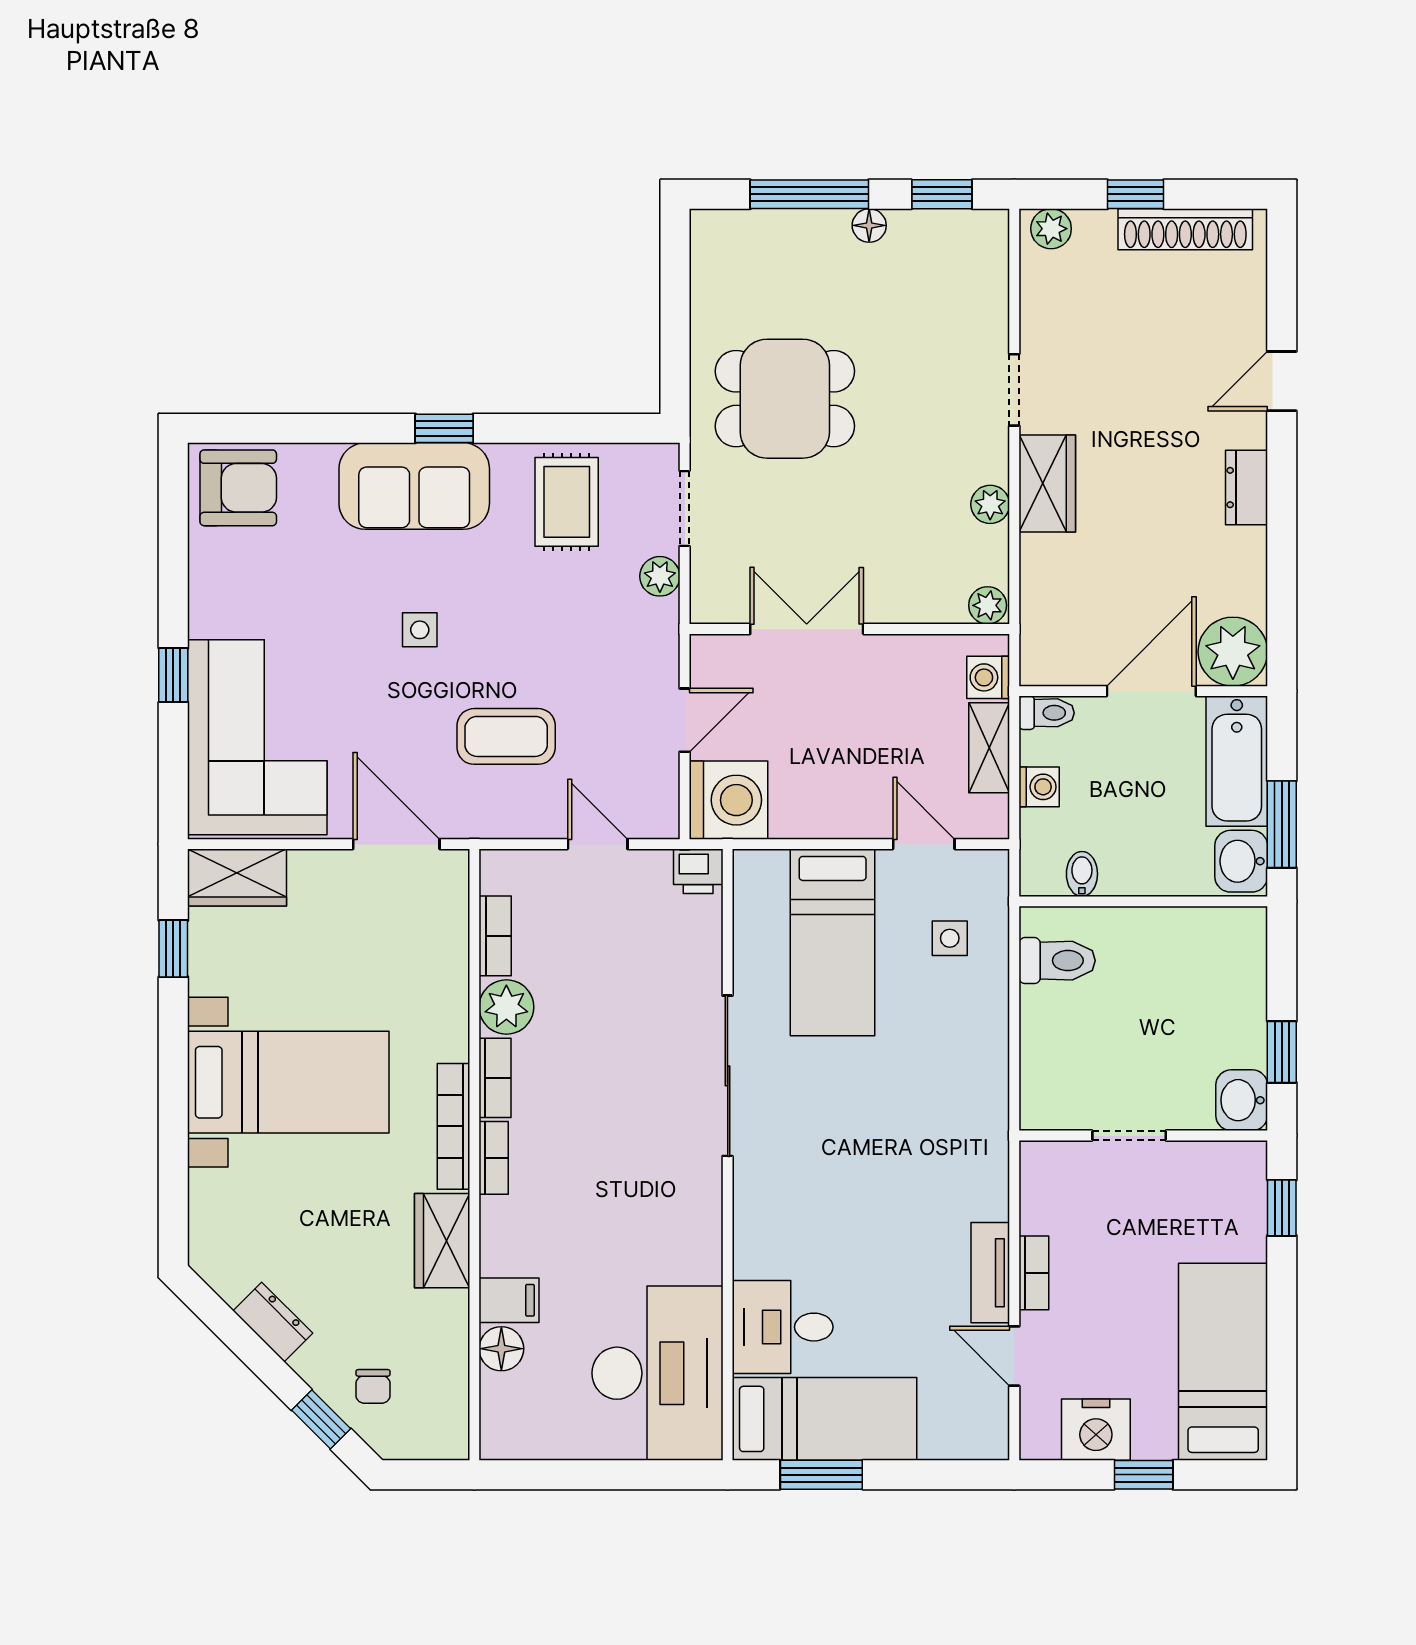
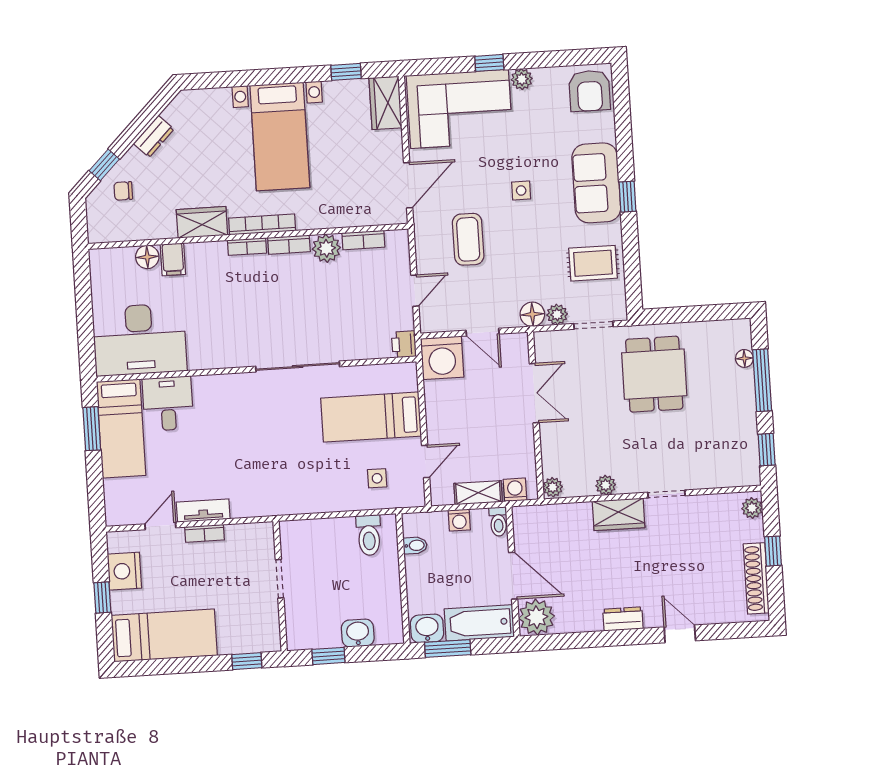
floor lamp: (869, 225) -> (744, 358), moved
plant: (208, 615) -> (522, 79), added
floor lamp: (656, 623) -> (532, 314), added
washbasin: (1242, 1100) -> (358, 633), moved

